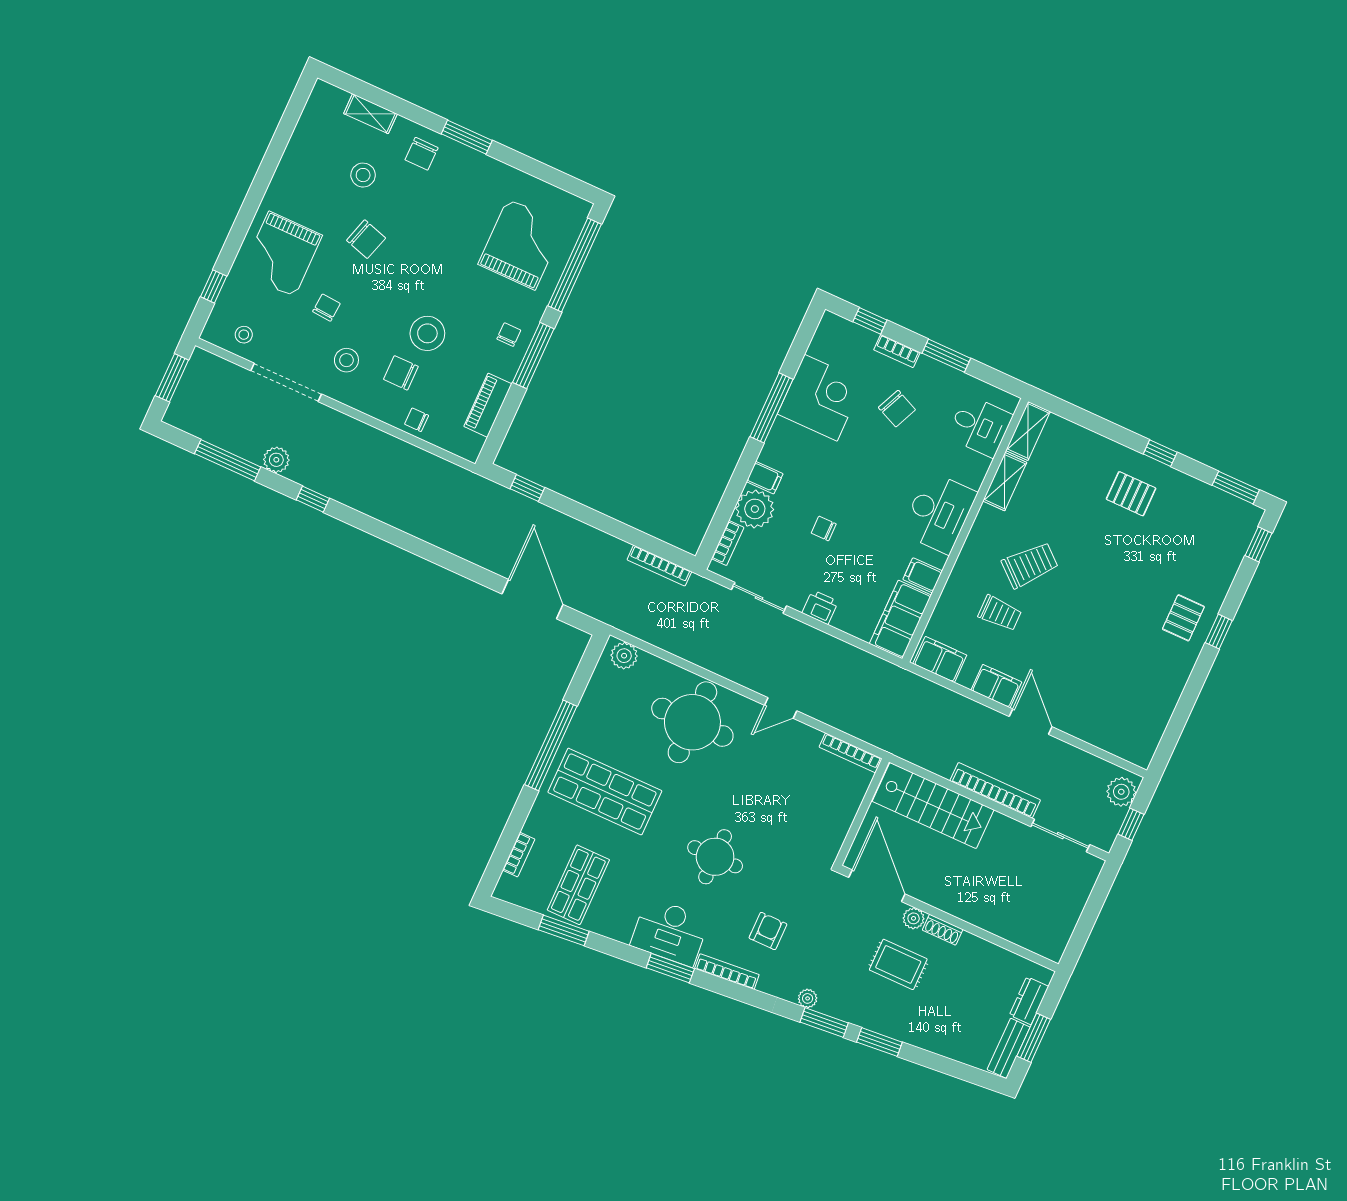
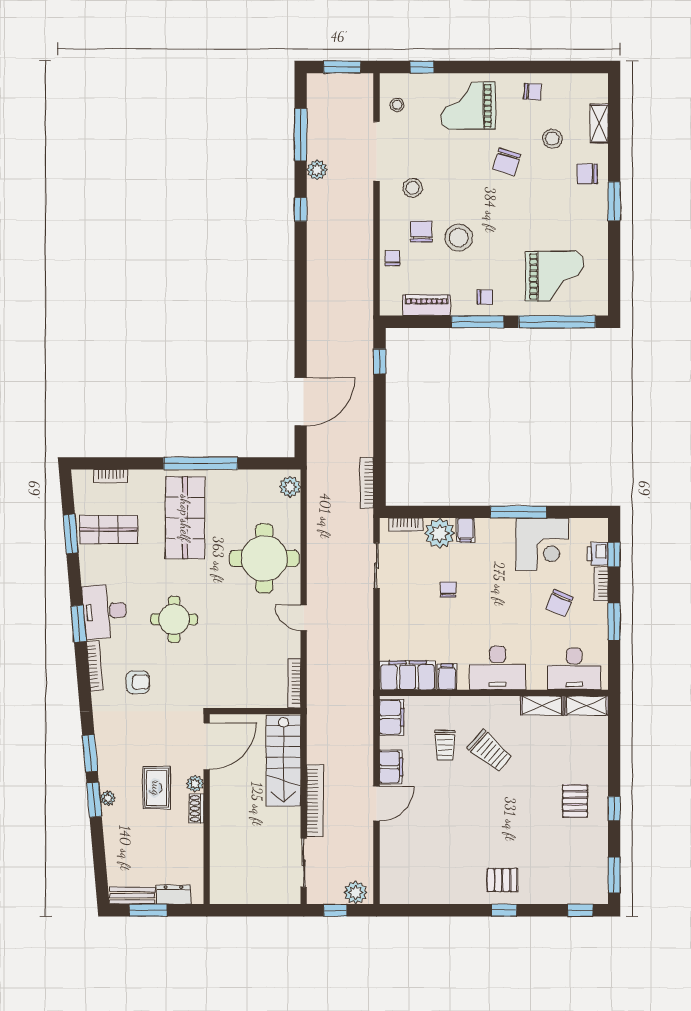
chair: (326, 308) -> (533, 92), moved
desk: (980, 426) -> (574, 669), width x1.37
printer: (820, 607) -> (598, 554), moved, turned 180
plant: (808, 998) -> (108, 798), moved

